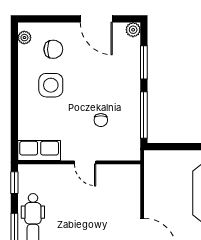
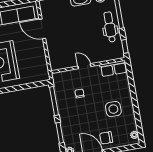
chair: (53, 49) -> (106, 138), moved

